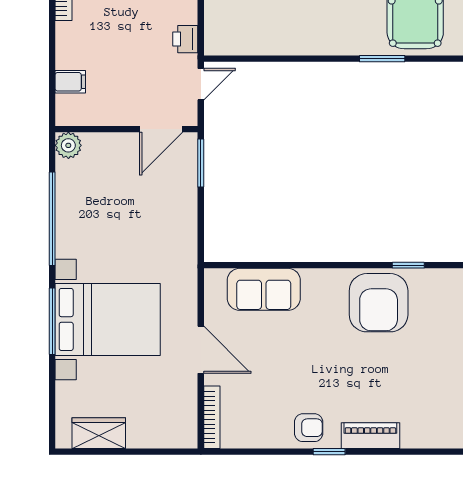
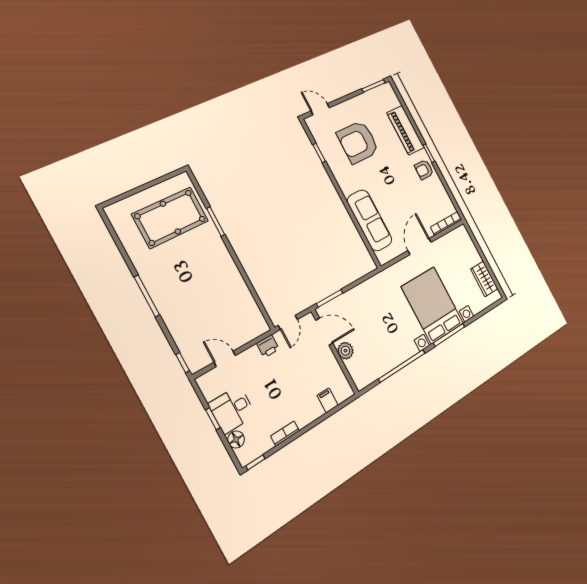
door: (201, 84) -> (288, 322), swing flipped
plant: (68, 145) -> (345, 351), moved
sofa: (264, 289) -> (370, 220), width x1.36
armchair: (379, 303) -> (358, 142), moved, turned 180
armchair: (309, 428) -> (424, 170), turned -90
piano: (370, 436) -> (406, 130), width x1.37, depth x1.33

